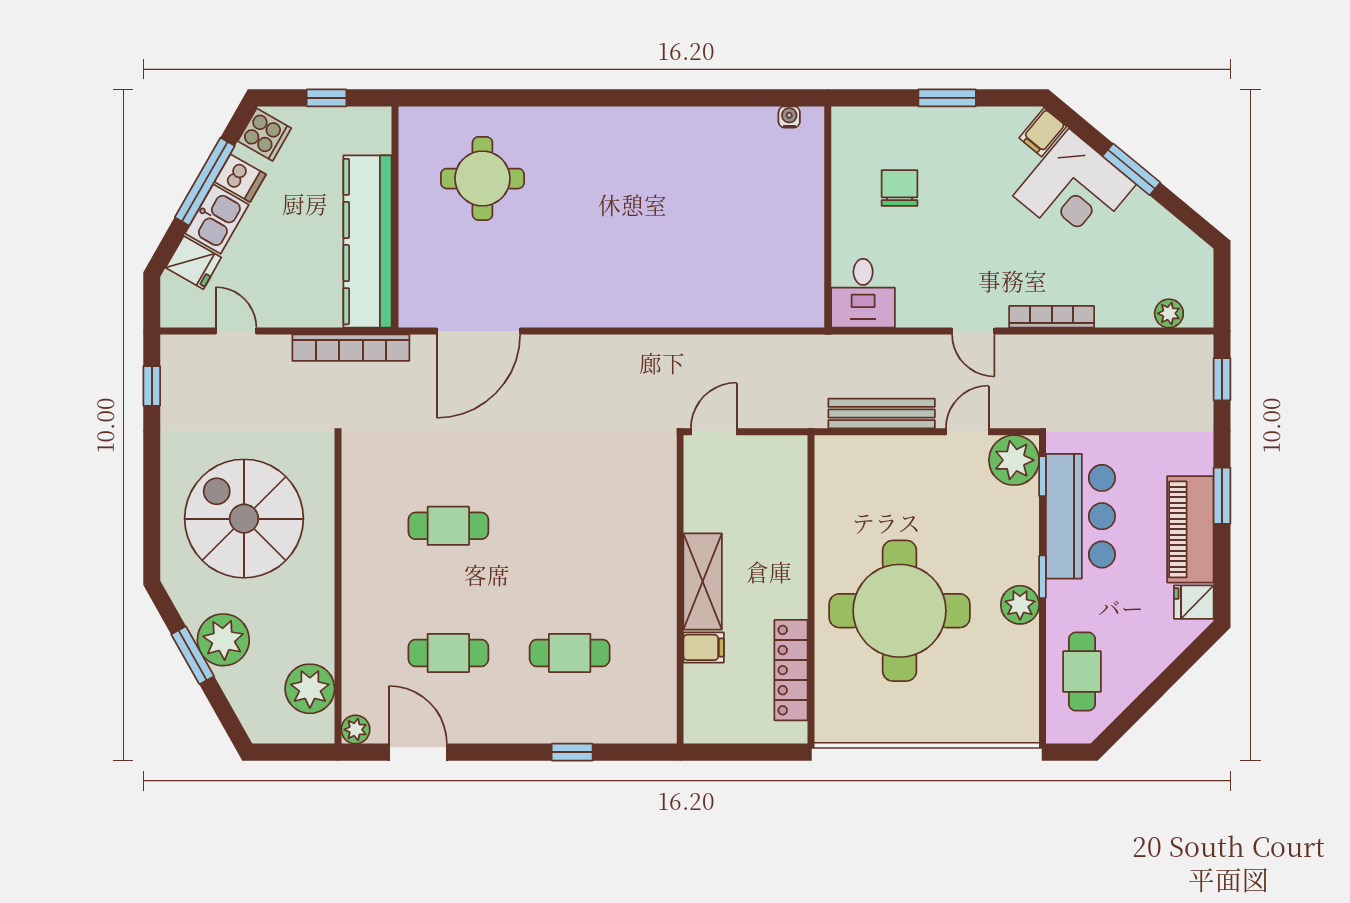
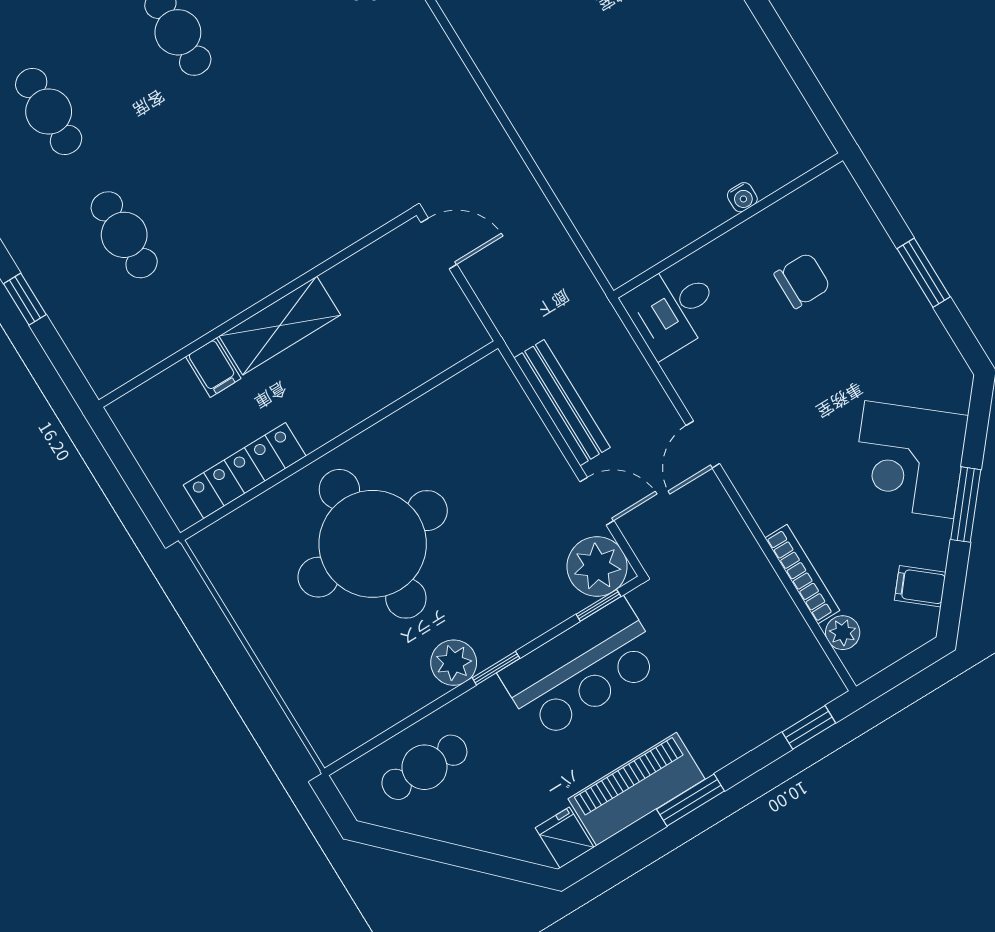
water cooler: (789, 117) -> (742, 197), moved, turned 90
filing cabinet: (1043, 132) -> (920, 586), moved
bookcase: (1052, 317) -> (802, 574), moved

